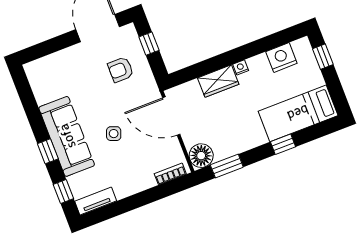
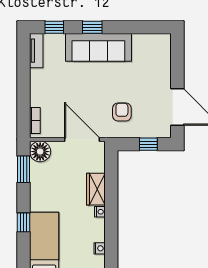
nightstand: (281, 58) -> (100, 248), width x0.53, depth x0.56
armchair: (121, 70) -> (122, 112), moved
door: (171, 116) -> (82, 140), hinge flipped
side table: (114, 134) -> (86, 87), removed

